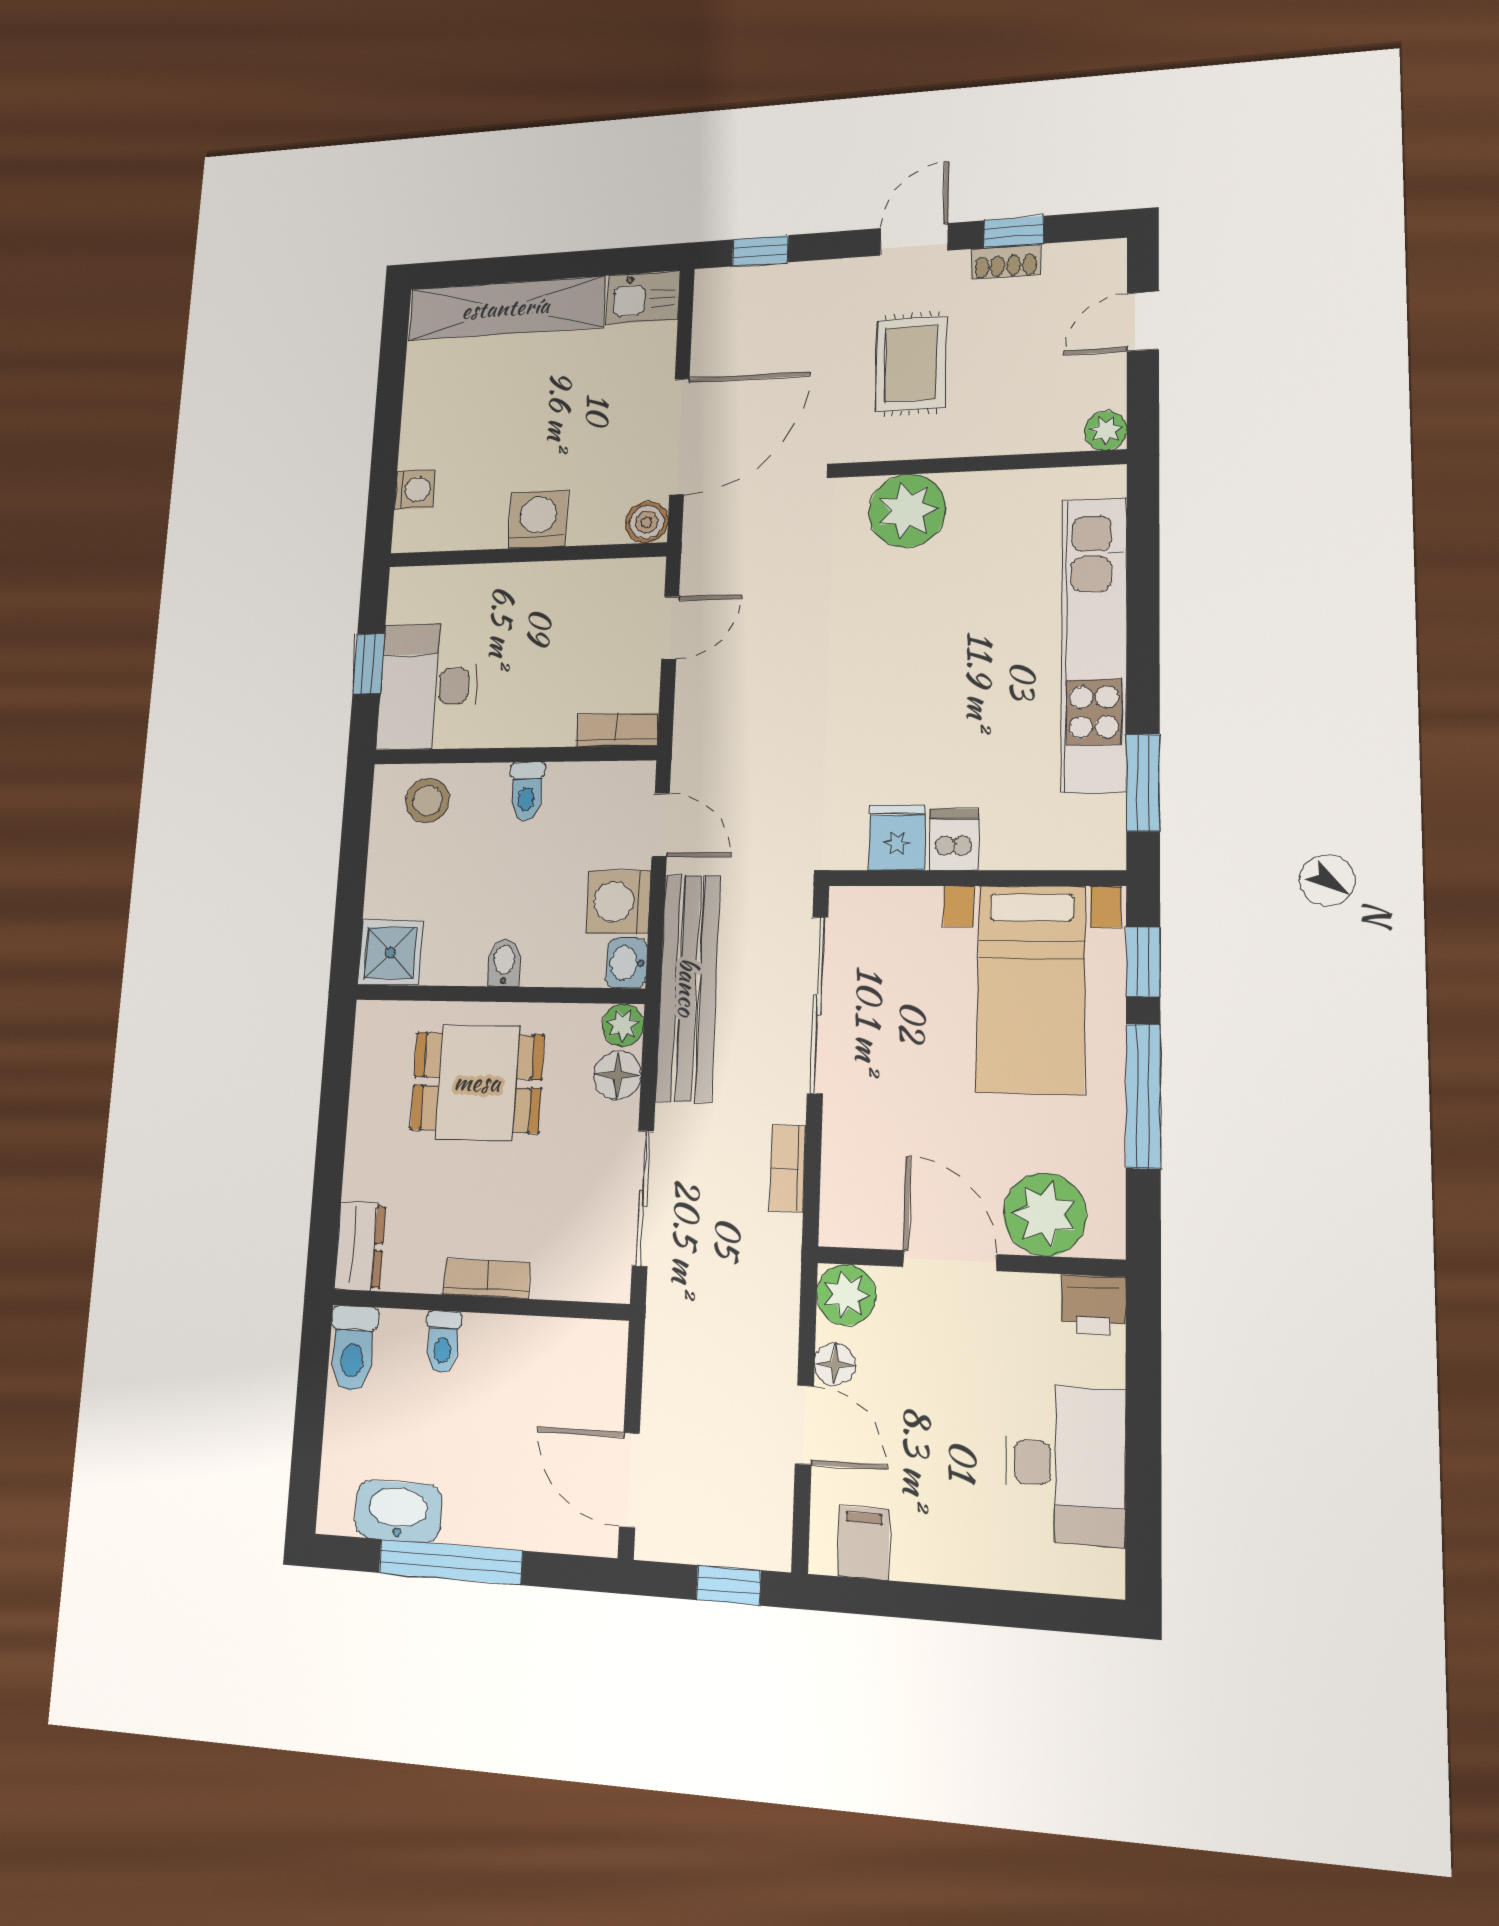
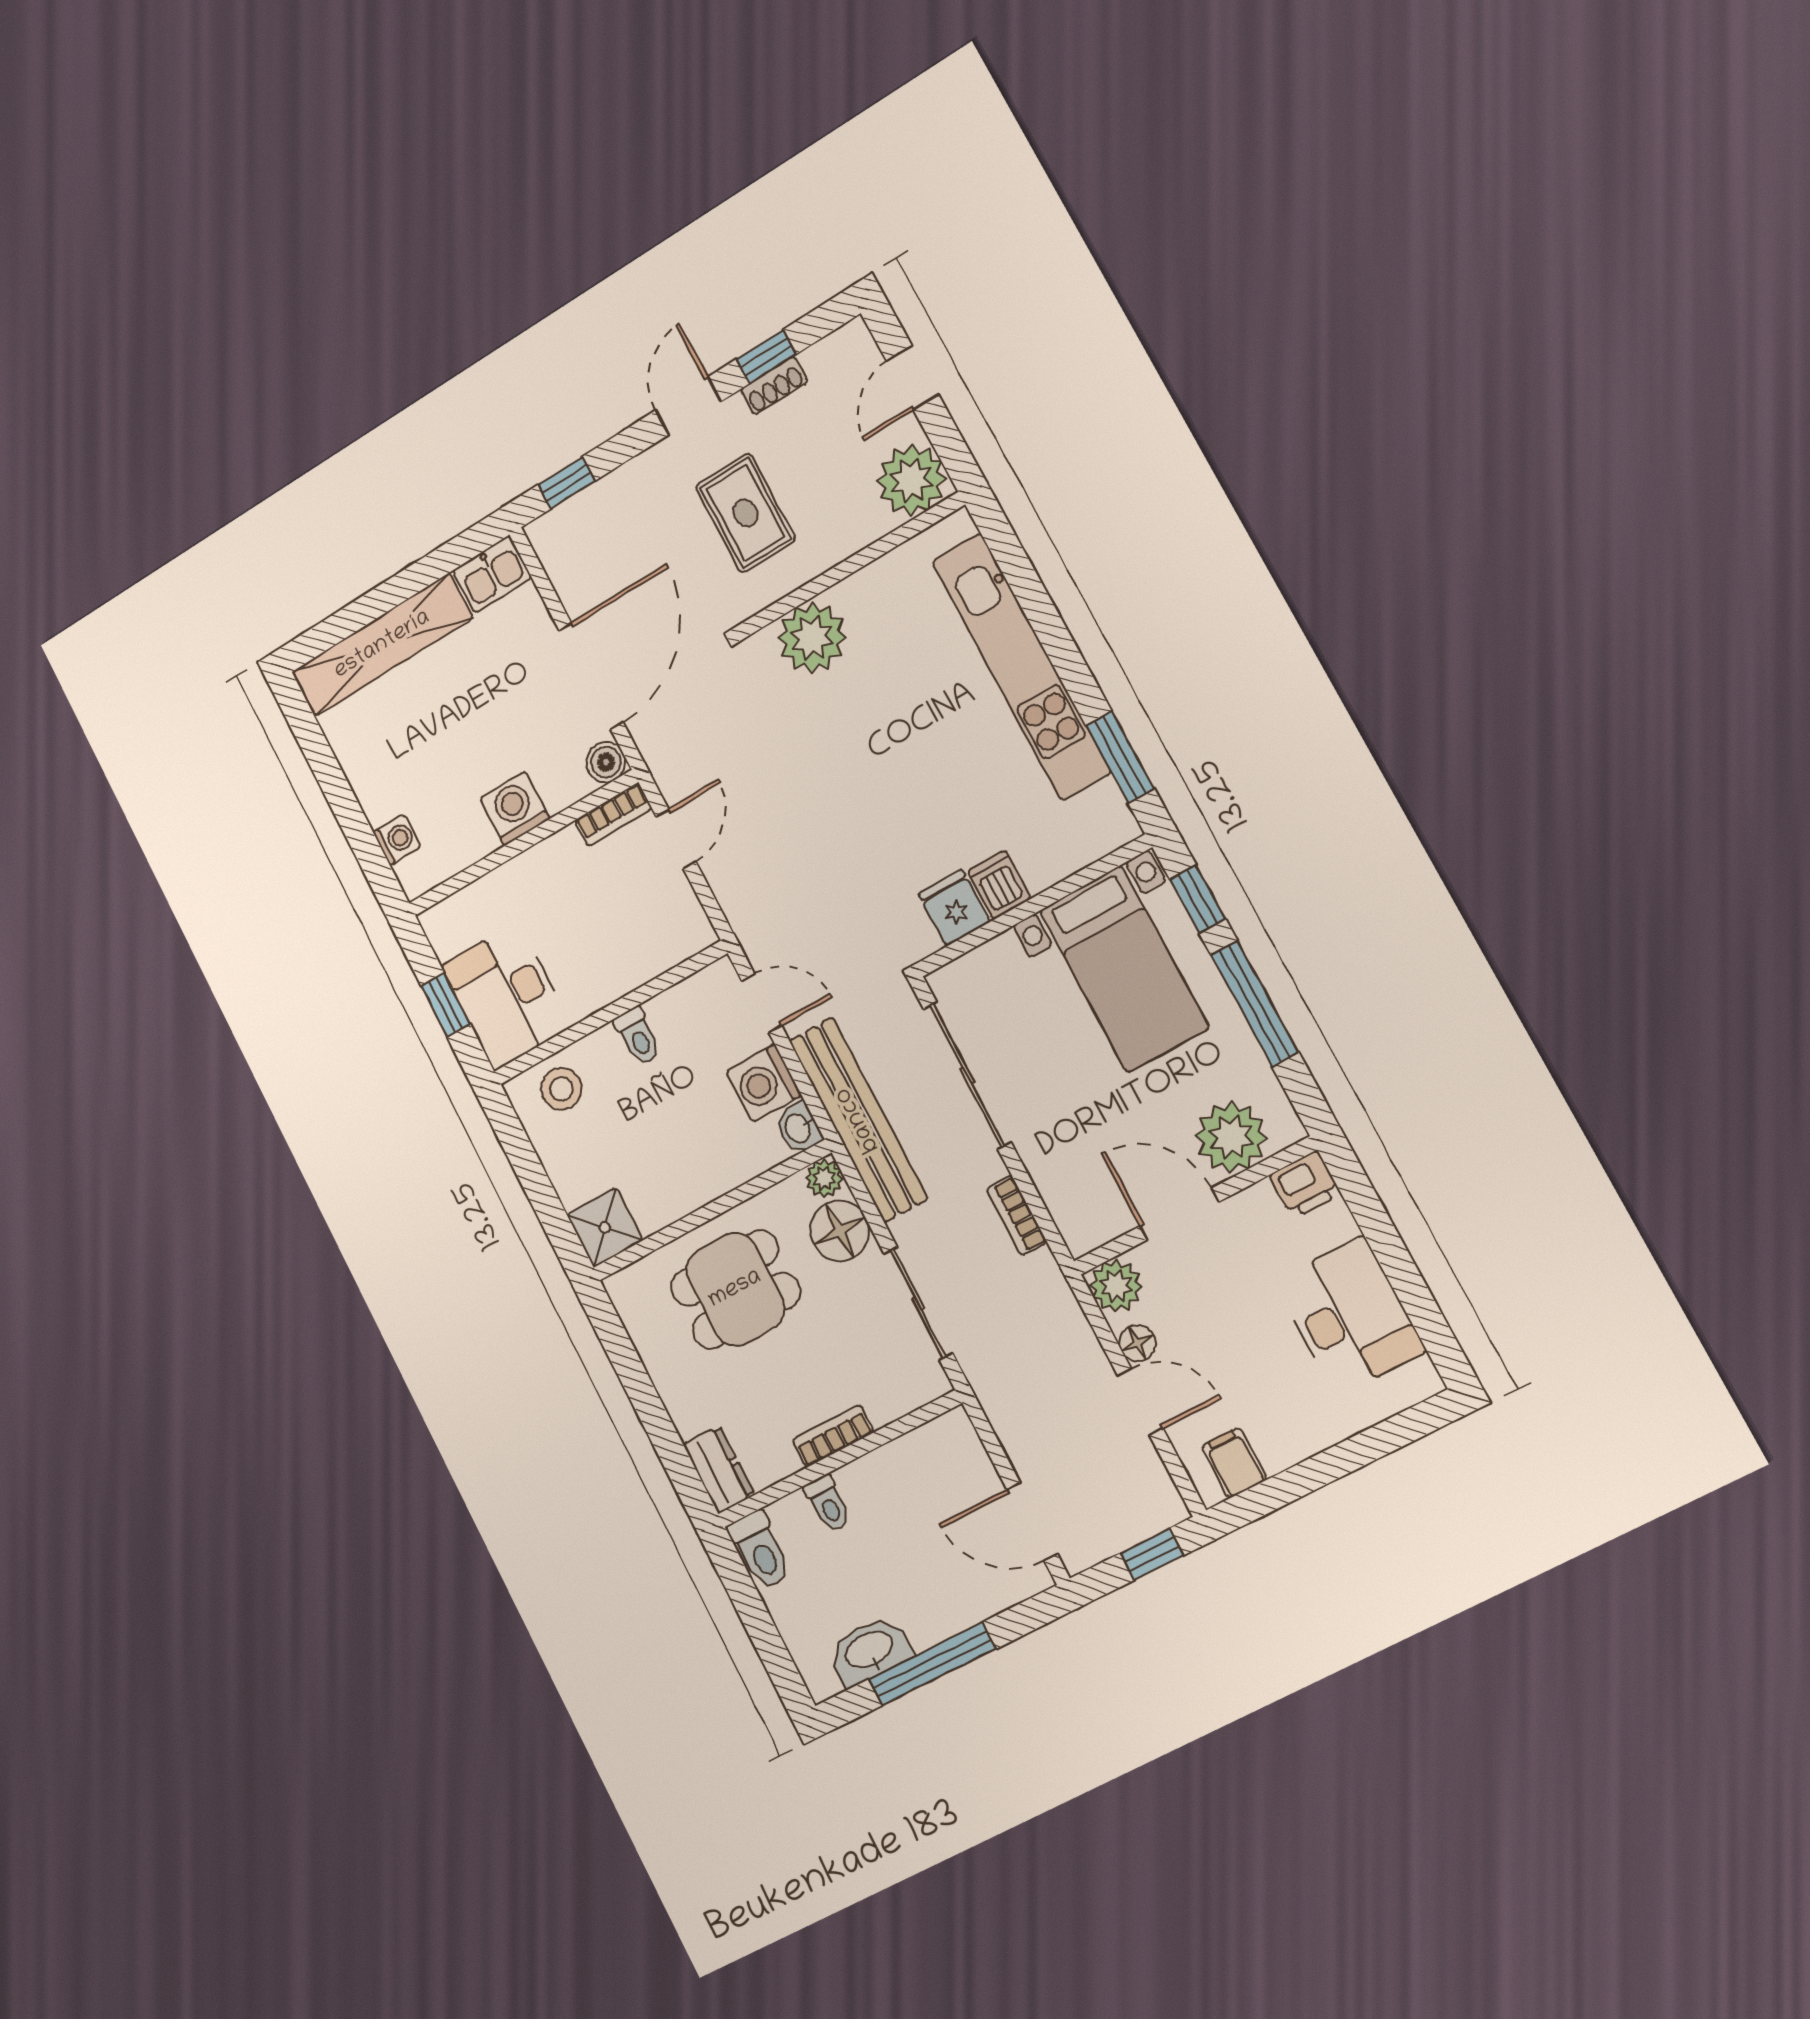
plant: (1106, 431) -> (911, 480), width x1.88, depth x1.88
bookcase: (617, 730) -> (613, 814), moved, turned 180
bidet: (504, 963) -> (701, 1183), removed
floor lamp: (618, 1075) -> (840, 1231), width x1.38, depth x1.38

